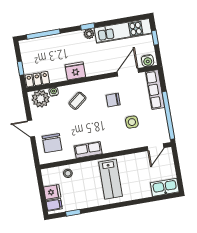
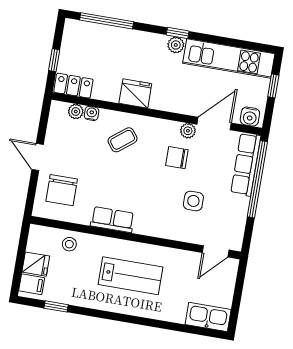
plant: (114, 82) -> (188, 131), added
plant: (41, 99) -> (76, 112), width x0.53, depth x0.53
window: (168, 115) -> (257, 179), moved
lab bench: (110, 179) -> (131, 276), turned -90

